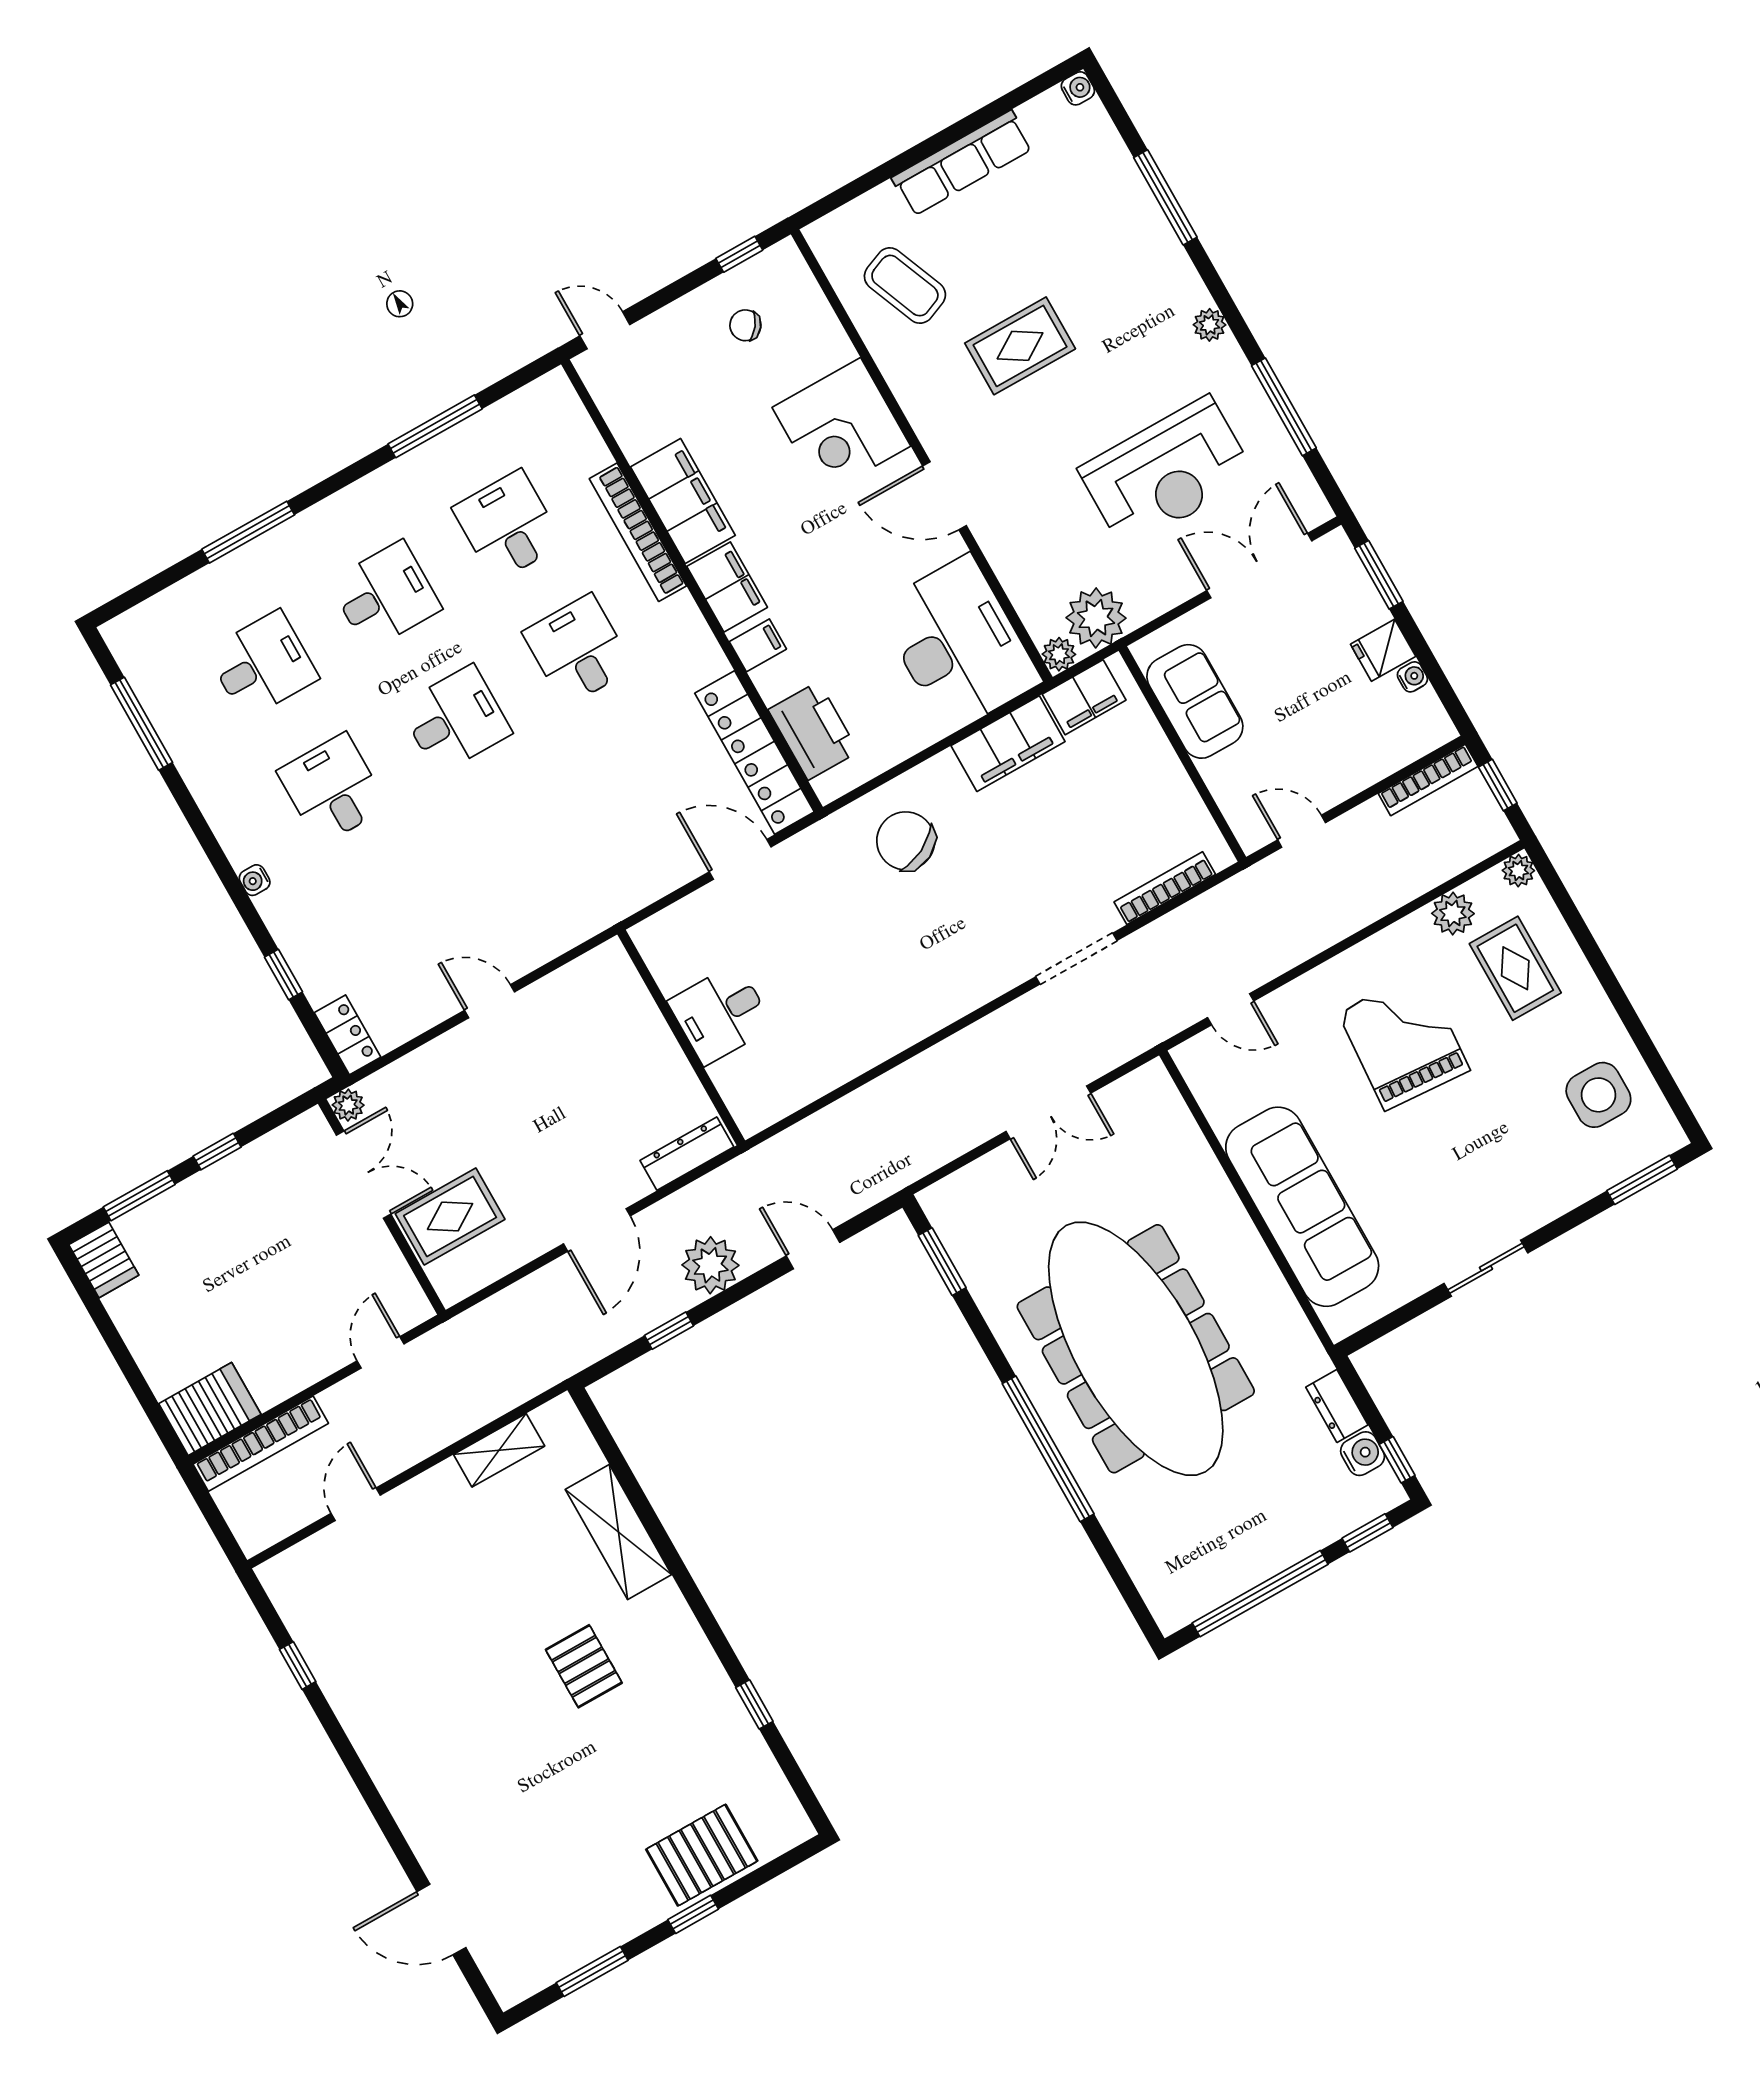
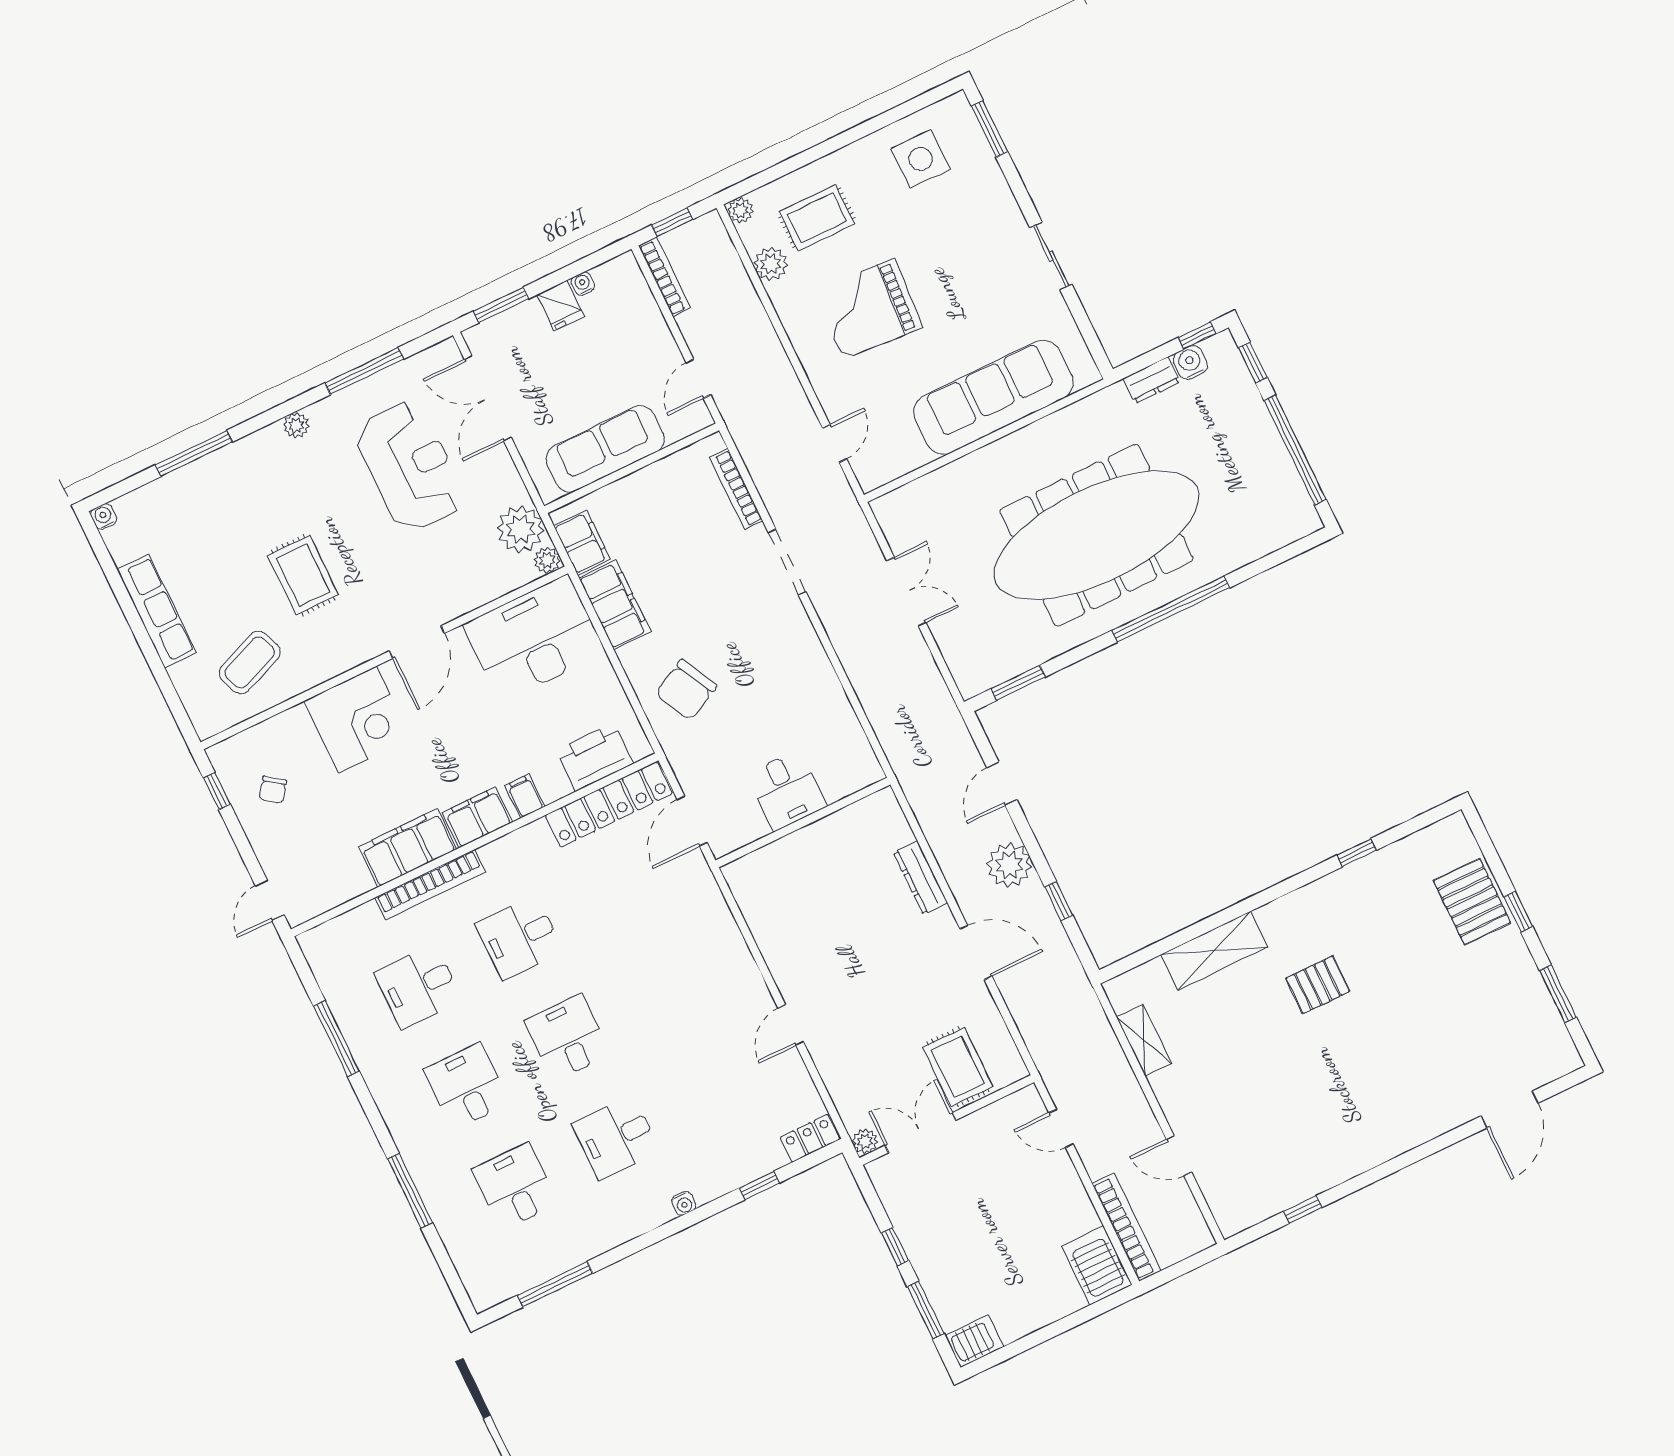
sofa: (1195, 701) -> (605, 449), width x1.36
desk: (721, 1014) -> (787, 790), moved
wall: (681, 1037) -> (803, 823), moved

